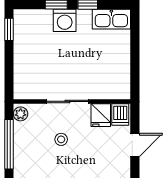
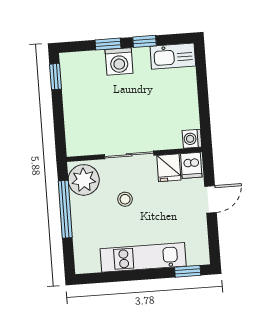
washing machine: (123, 92) -> (192, 139), added
plant: (21, 114) -> (84, 180), width x1.88, depth x1.88

